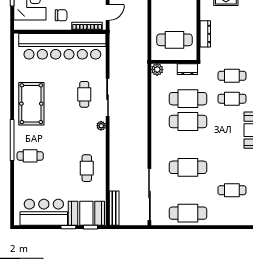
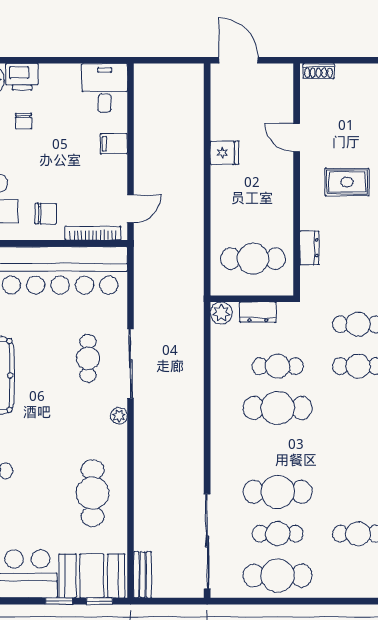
dresser: (205, 34) -> (309, 248), width x0.70
dresser: (187, 69) -> (258, 312), moved
cafe table: (188, 99) -> (278, 366), width x0.73, depth x0.74
cafe table: (87, 168) -> (93, 493), width x1.37, depth x1.35
cafe table: (188, 190) -> (278, 534), added
bench: (114, 208) -> (143, 575), width x0.73

